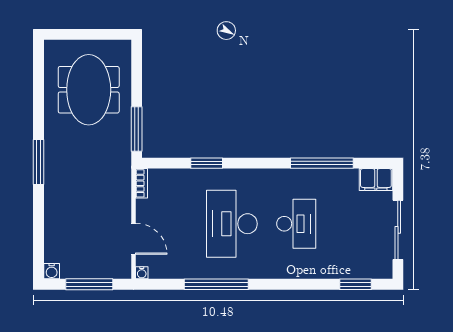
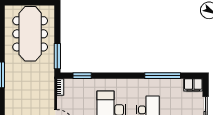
meeting table: (89, 90) -> (30, 34), width x1.36
window: (207, 163) -> (82, 76), moved

